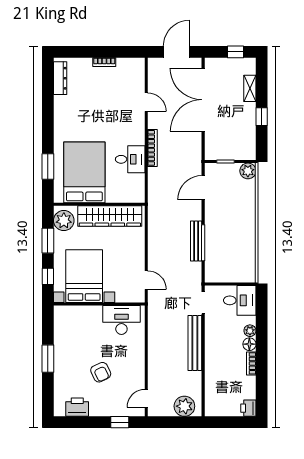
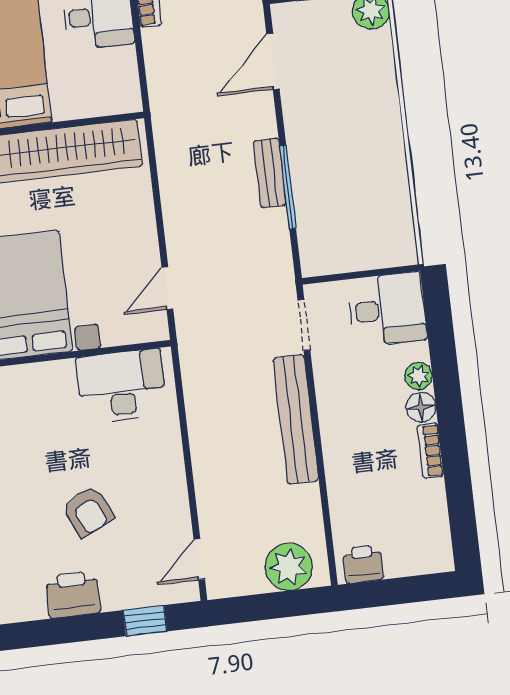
bench: (196, 241) -> (270, 173), width x0.73
door: (146, 280) -> (167, 288), swing flipped
printer: (77, 407) -> (73, 594), moved
printer: (248, 408) -> (363, 564), moved, turned 90

